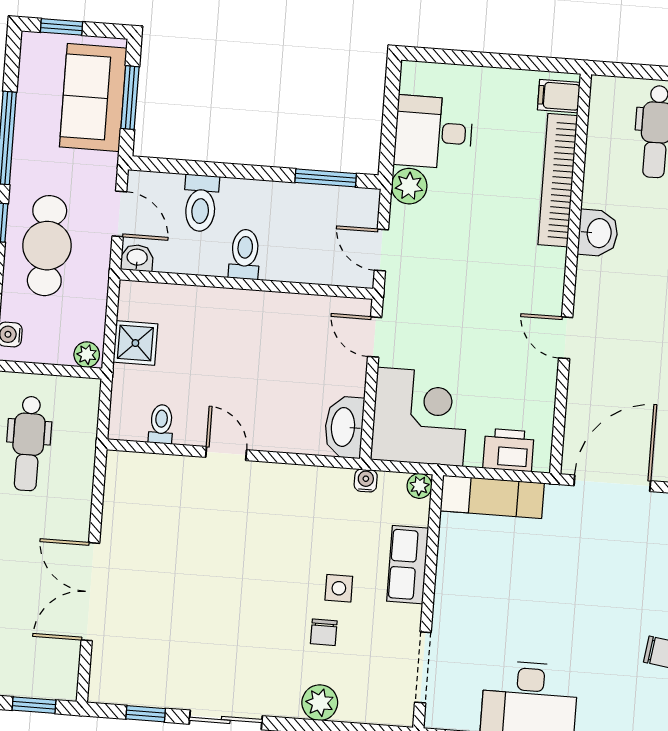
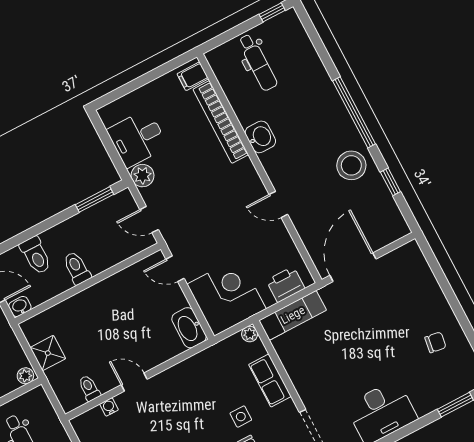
water cooler: (366, 480) -> (109, 407), moved

